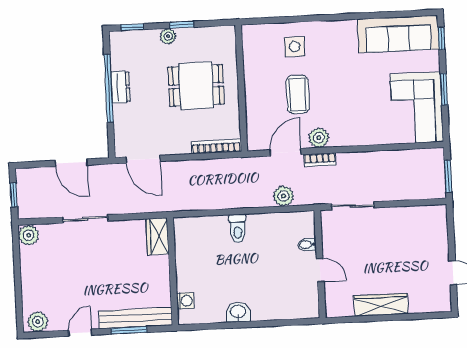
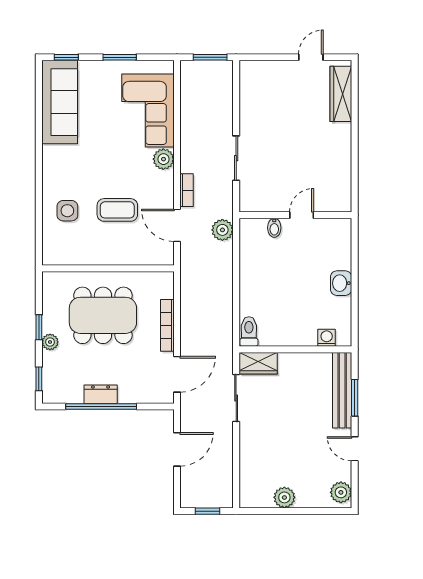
dining table: (196, 86) -> (103, 315), width x1.38
corner sofa: (417, 108) -> (148, 110), moved, turned 90
plant: (319, 138) -> (163, 159), moved
bookcase: (216, 146) -> (167, 325), moved
sliding door: (85, 219) -> (236, 398), moved
toilet: (238, 229) -> (249, 331), moved, turned -90
plant: (29, 235) -> (284, 497), moved
bidet: (307, 245) -> (274, 228), moved
wall: (320, 264) -> (295, 215), moved
door: (320, 270) -> (302, 215), moved
wardrobe: (381, 305) -> (341, 94), moved

